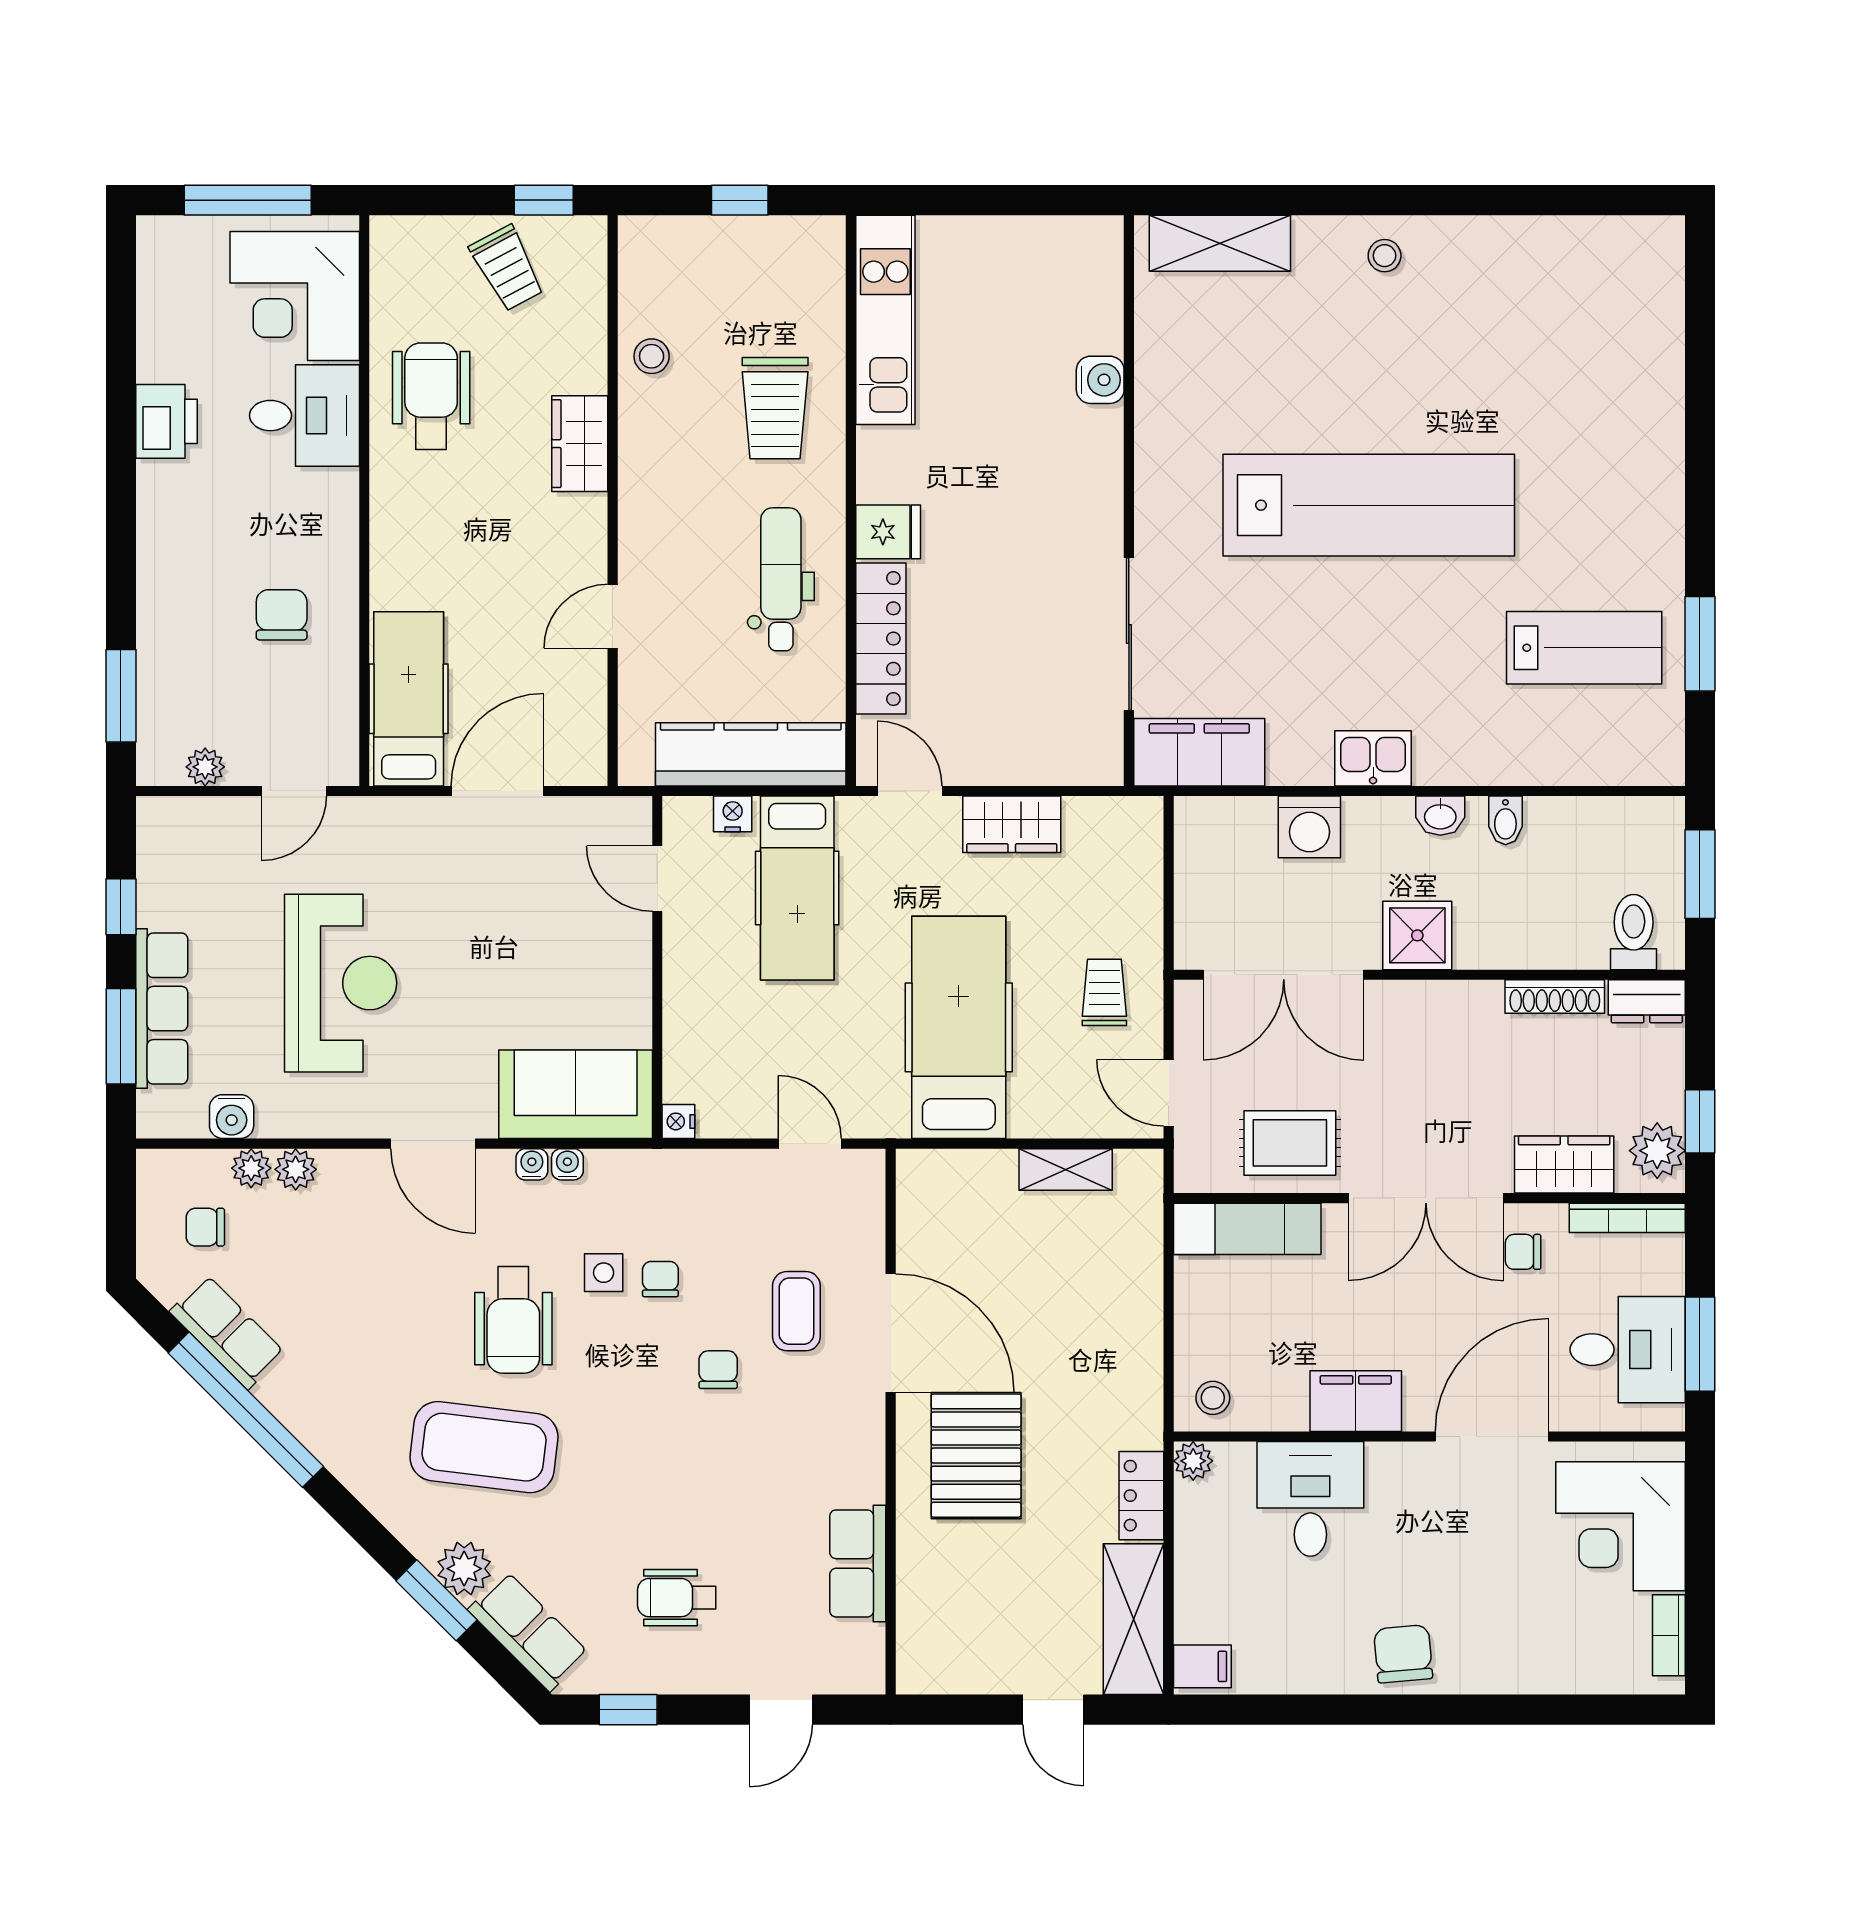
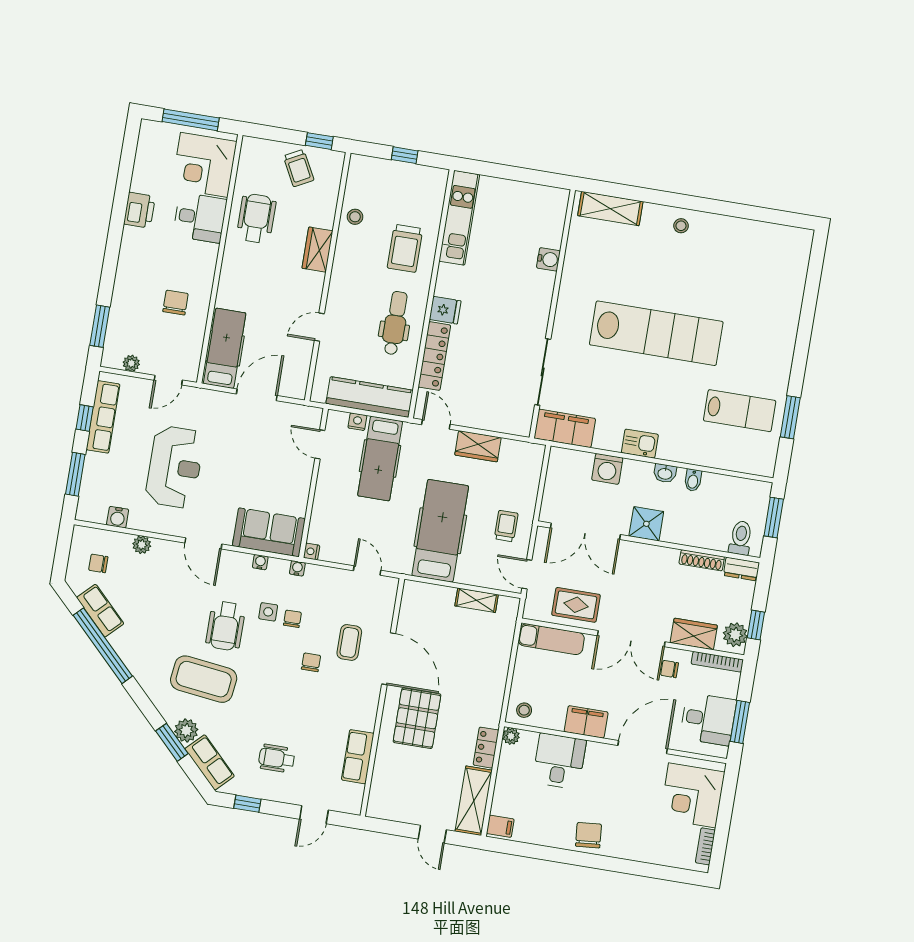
row of seats: (162, 1009) -> (103, 417), moved
water cooler: (532, 1164) -> (297, 568), moved
plant: (251, 1168) -> (122, 541), removed

